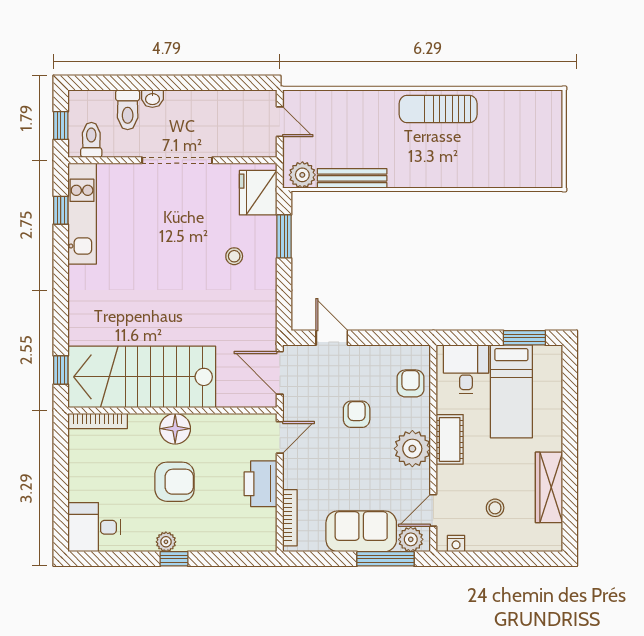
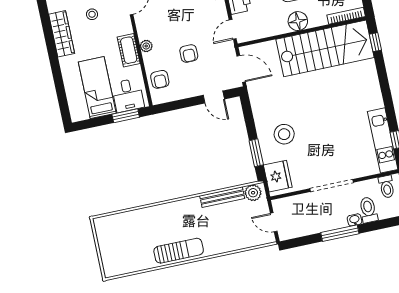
window: (180, 83) -> (340, 233), added
stool: (234, 256) -> (284, 134), width x1.89, depth x1.89
window: (524, 338) -> (126, 116), moved
plant: (412, 449) -> (146, 46), width x0.53, depth x0.53

